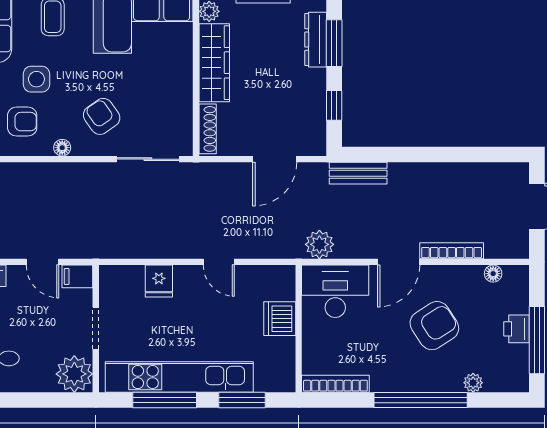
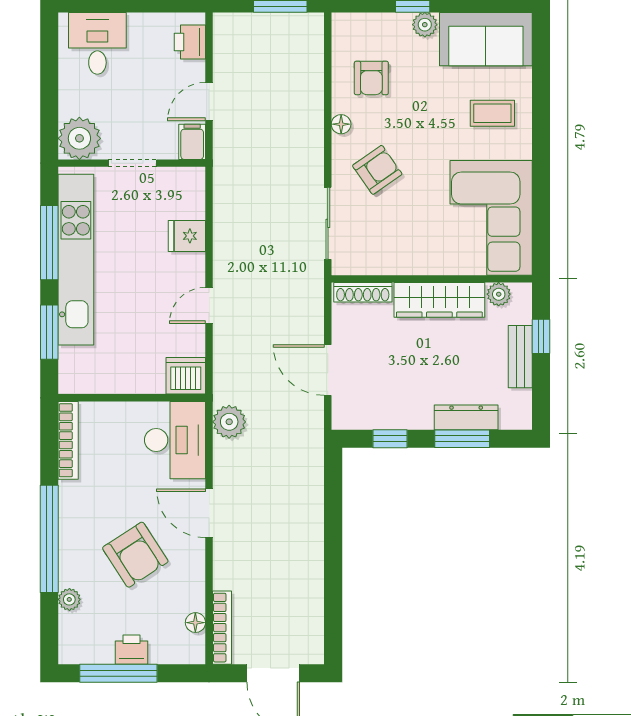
side table: (36, 79) -> (420, 95), removed
bench: (358, 173) -> (312, 466), removed
bookcase: (452, 251) -> (222, 628), moved
dishwasher: (280, 319) -> (186, 376), moved

